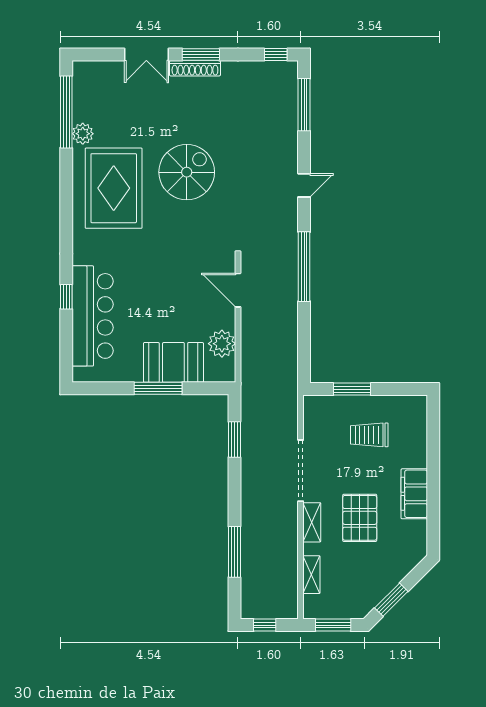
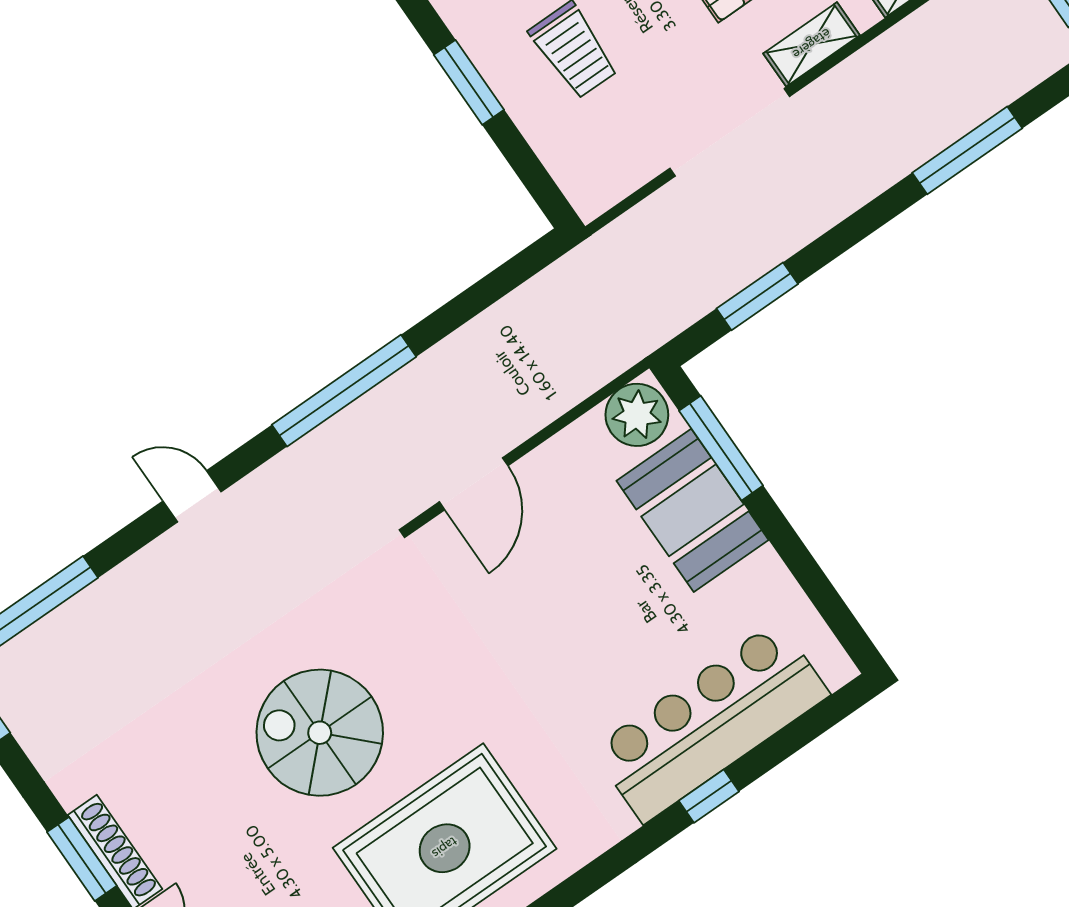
plant: (222, 344) -> (637, 415), moved
window: (158, 388) -> (721, 448), moved
window: (352, 389) -> (469, 82), moved

